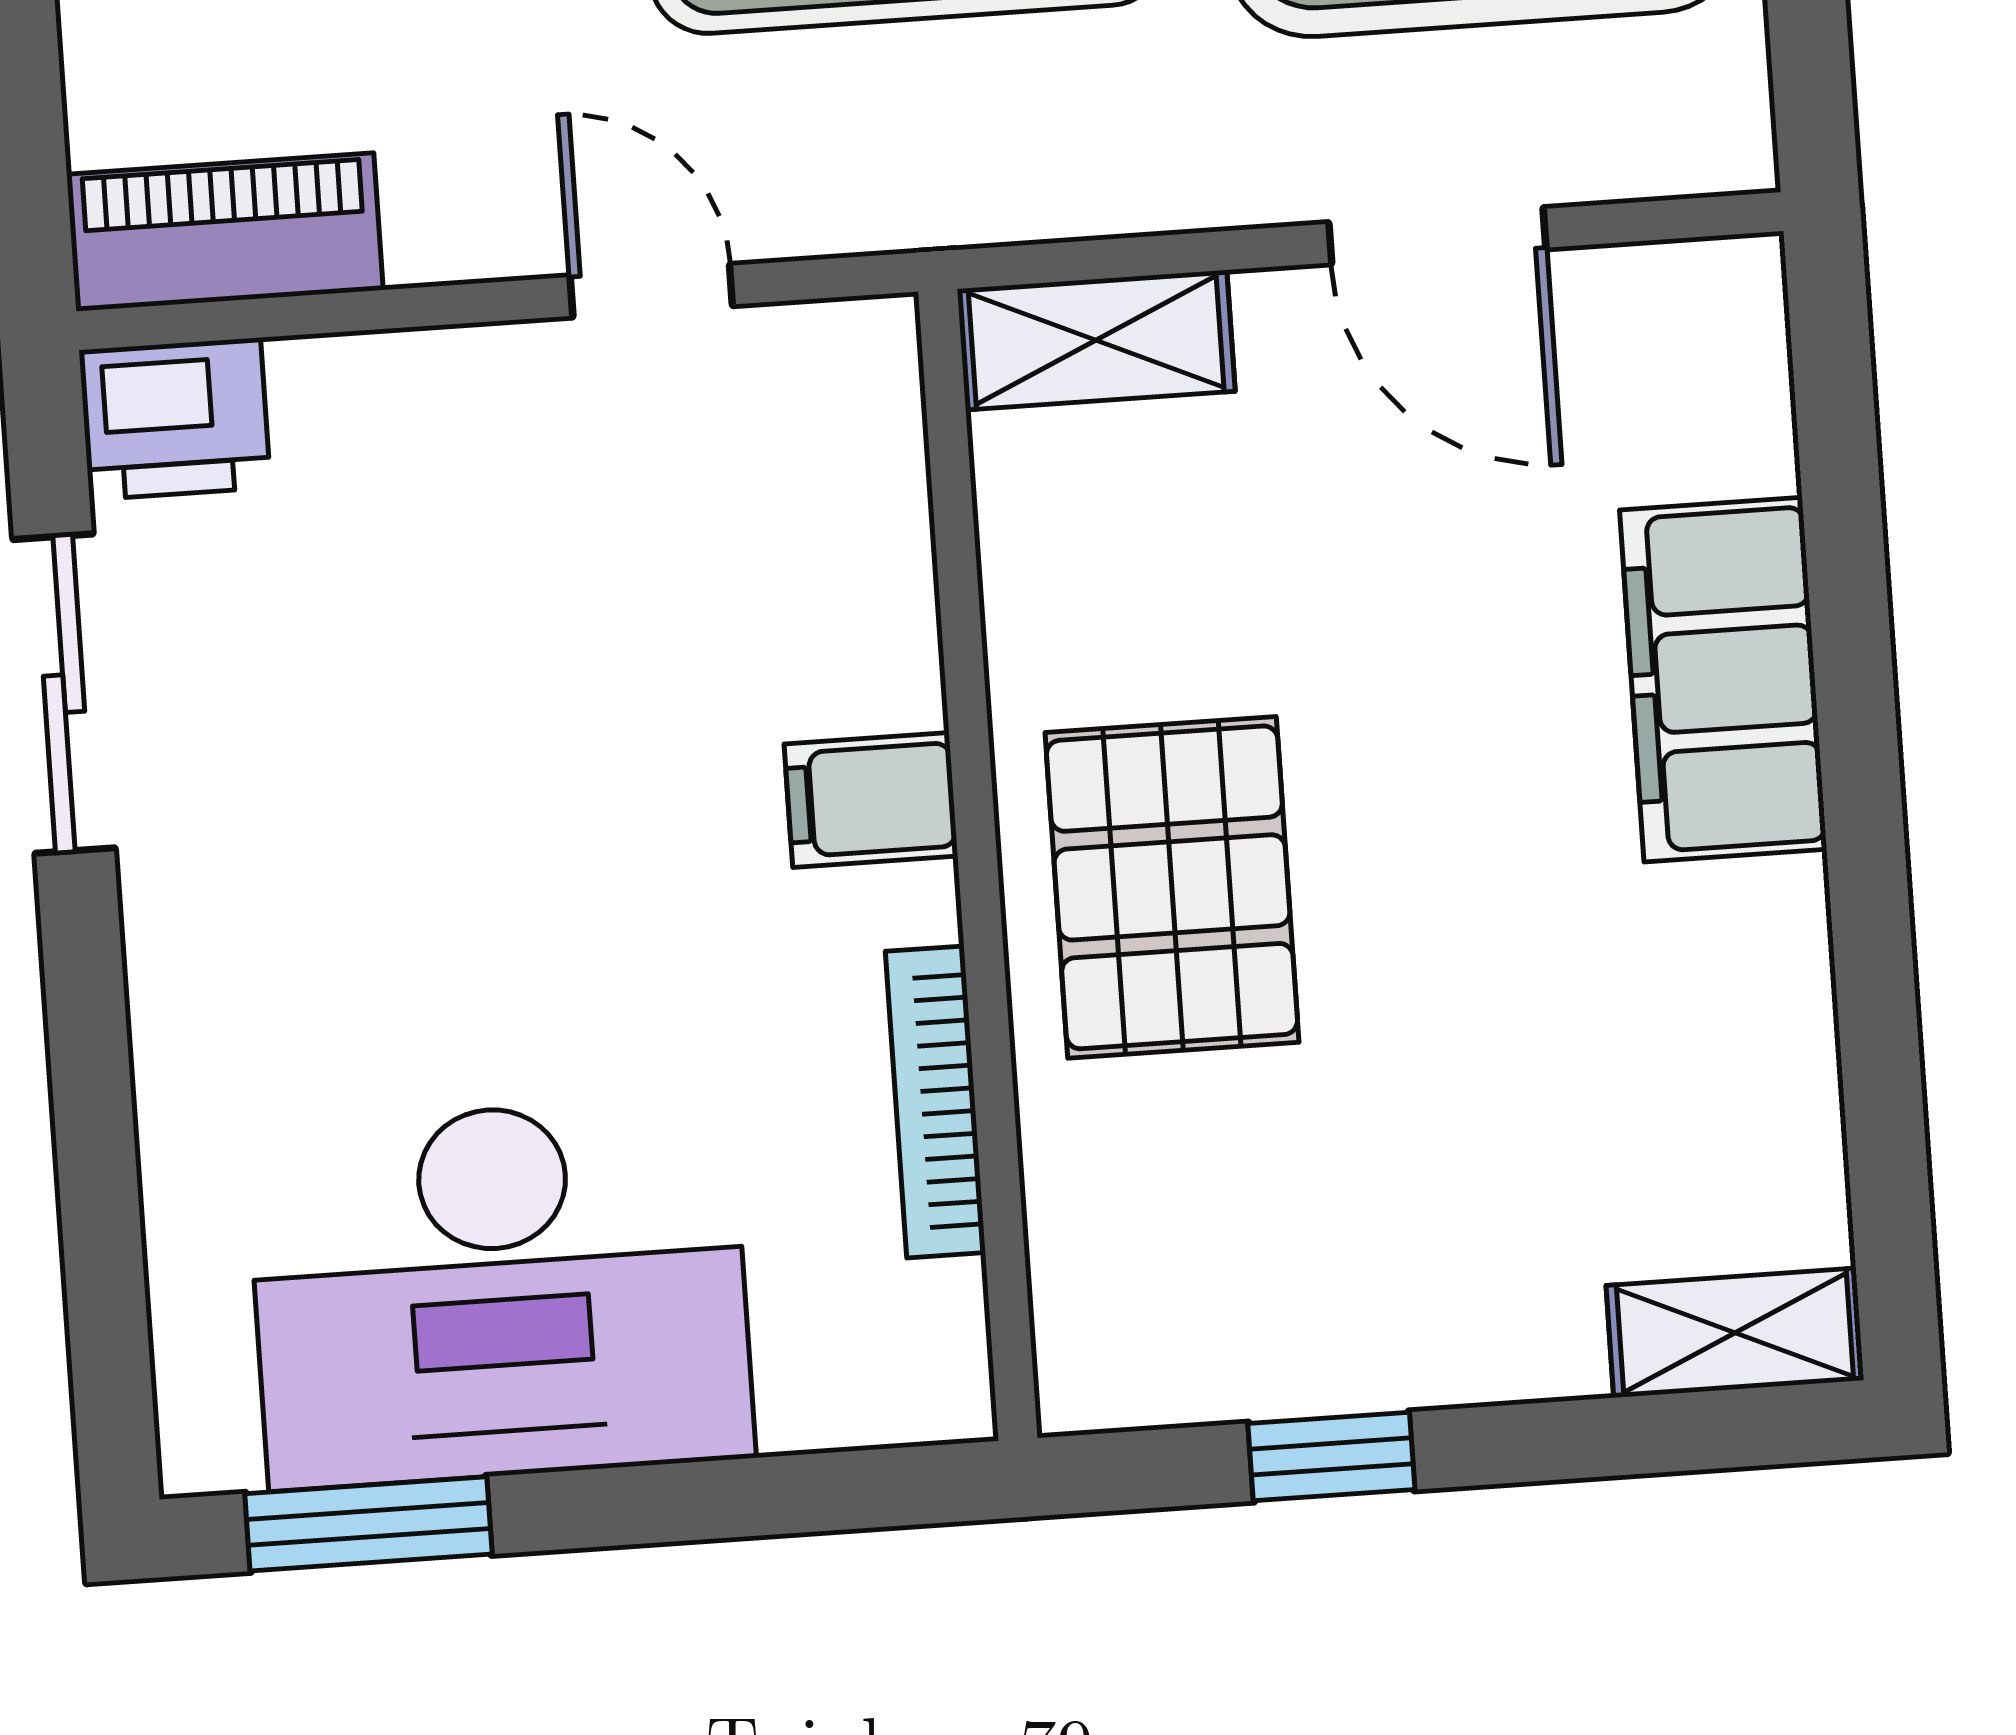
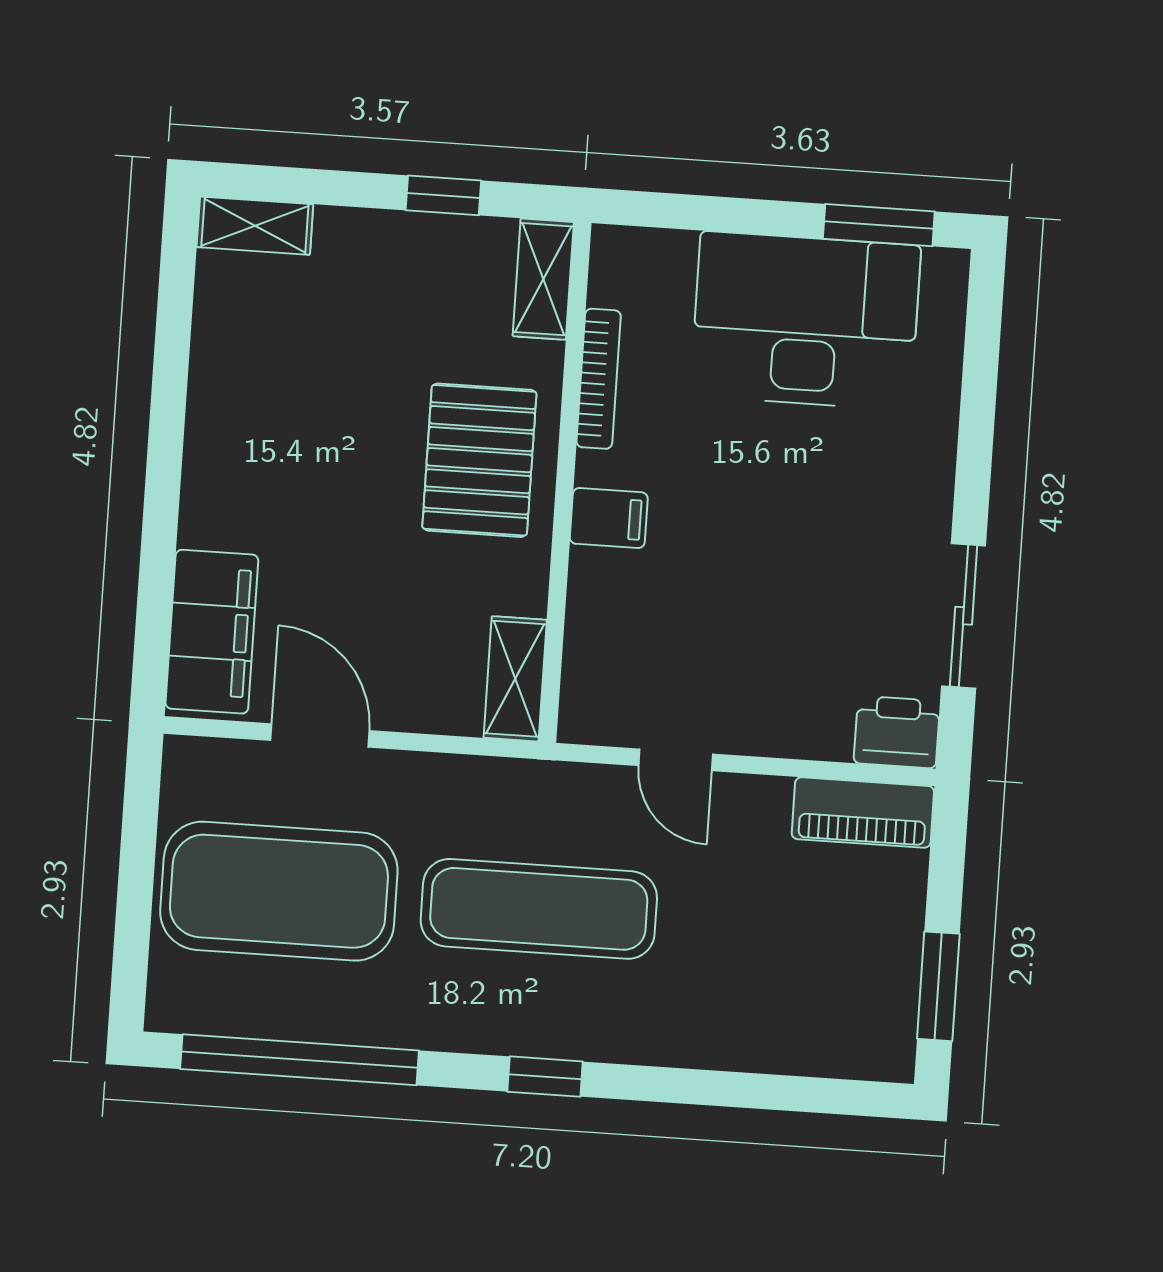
shelving: (1096, 340) -> (515, 679), moved, turned 90
filing cabinet: (1723, 680) -> (212, 632), moved
shelving: (1087, 1303) -> (543, 279), added

